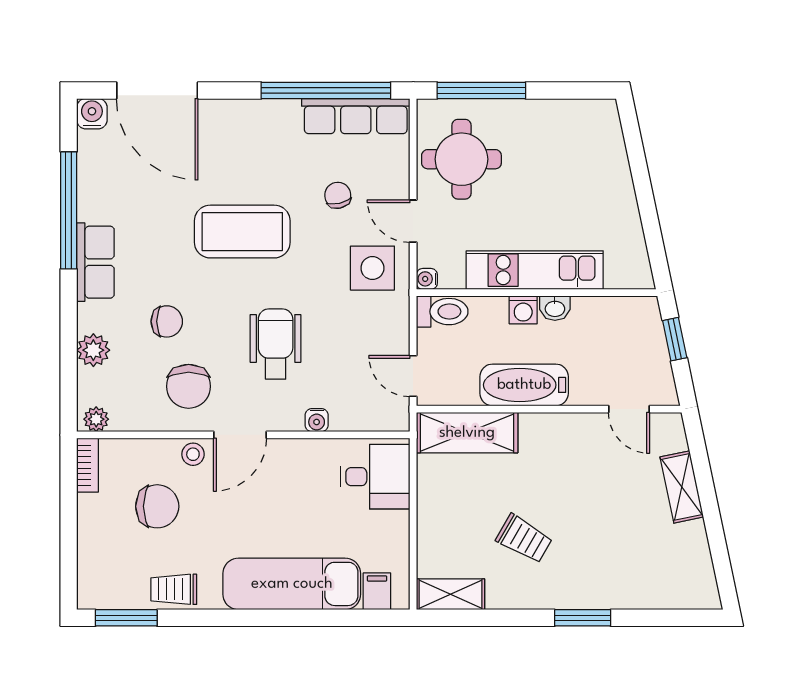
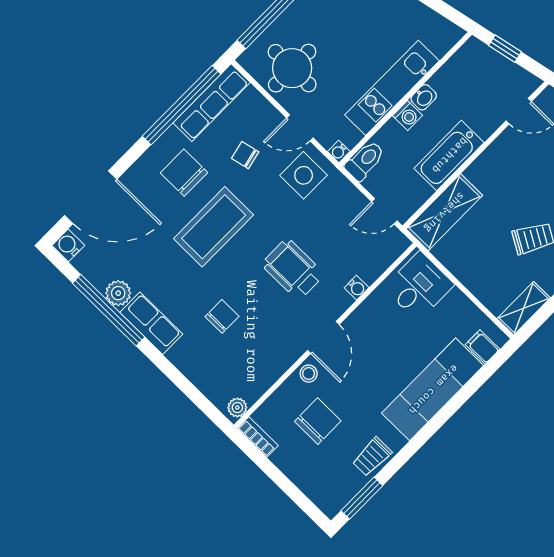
plant: (93, 350) -> (118, 293), moved
chair: (189, 386) -> (184, 173), moved, turned 180

